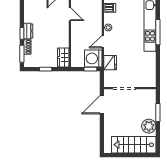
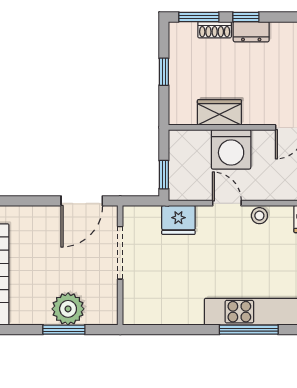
wardrobe: (63, 57) -> (219, 112), moved
washing machine: (93, 58) -> (231, 149), moved, turned 180
door: (102, 105) -> (82, 201), swing flipped
plant: (149, 126) -> (68, 309), moved

